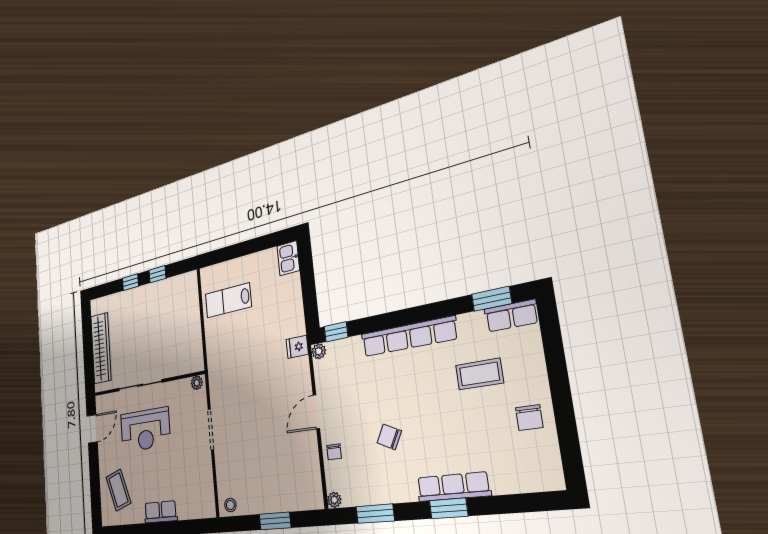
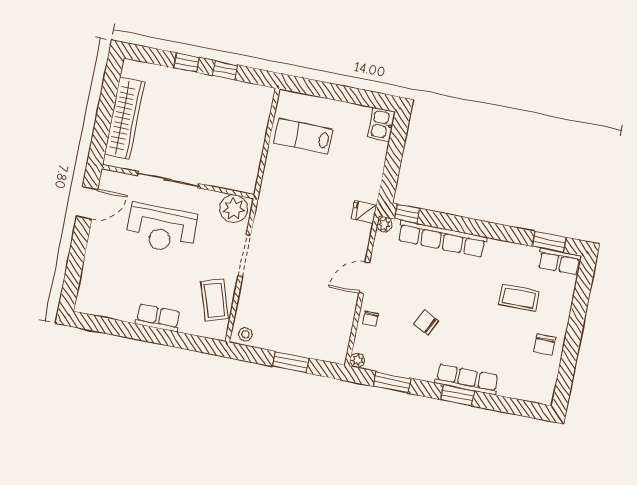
row of seats: (408, 337) -> (442, 239), moved
plant: (197, 383) -> (234, 209), width x1.88, depth x1.88
coffee table: (118, 490) -> (215, 300), moved

